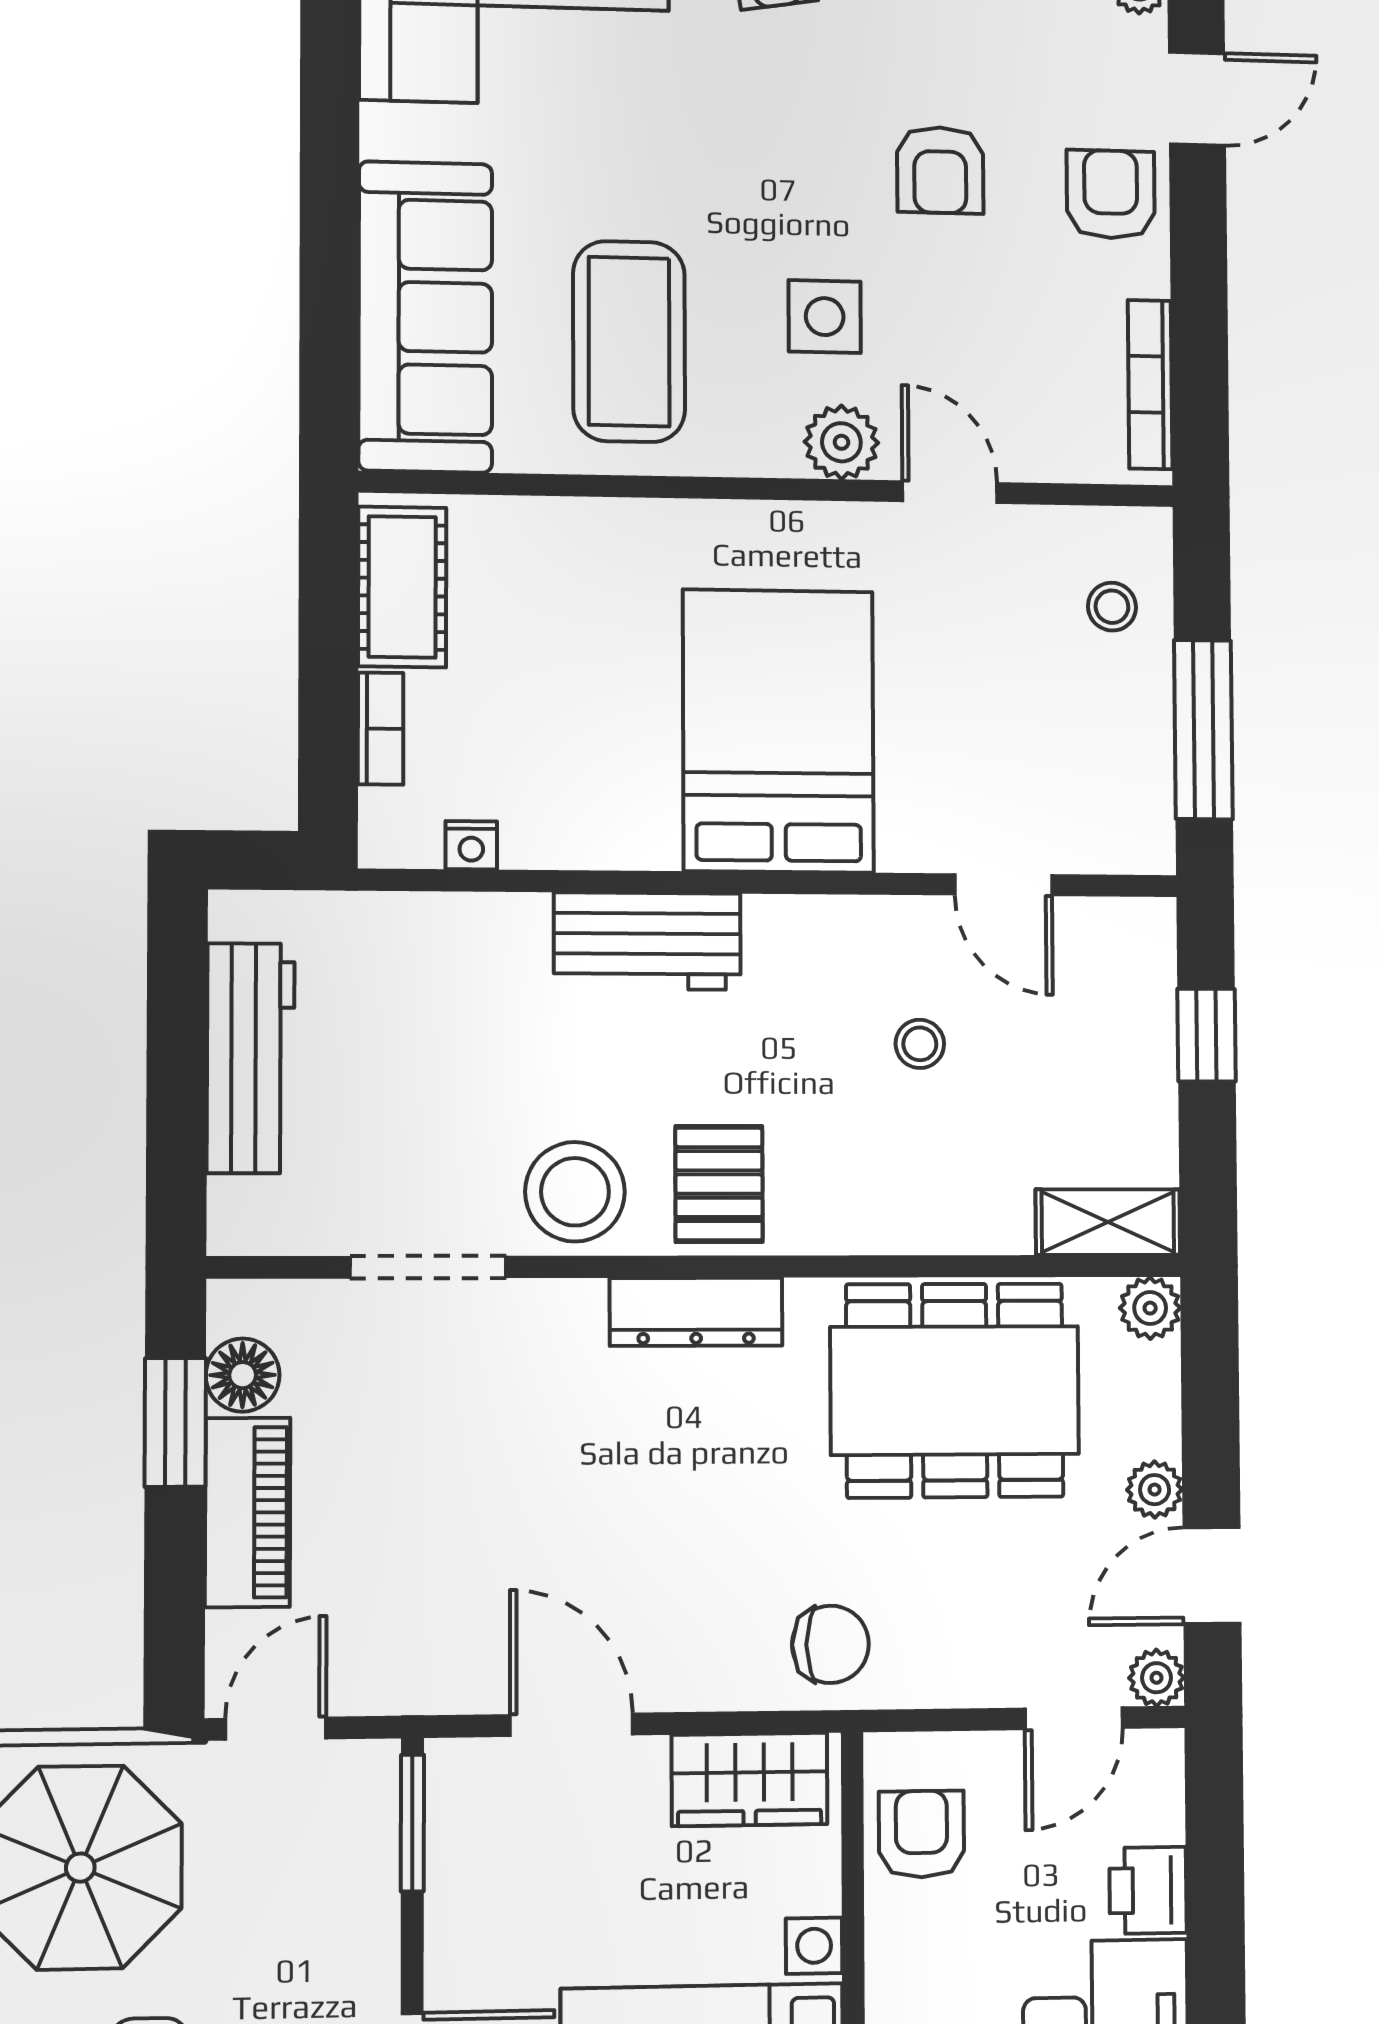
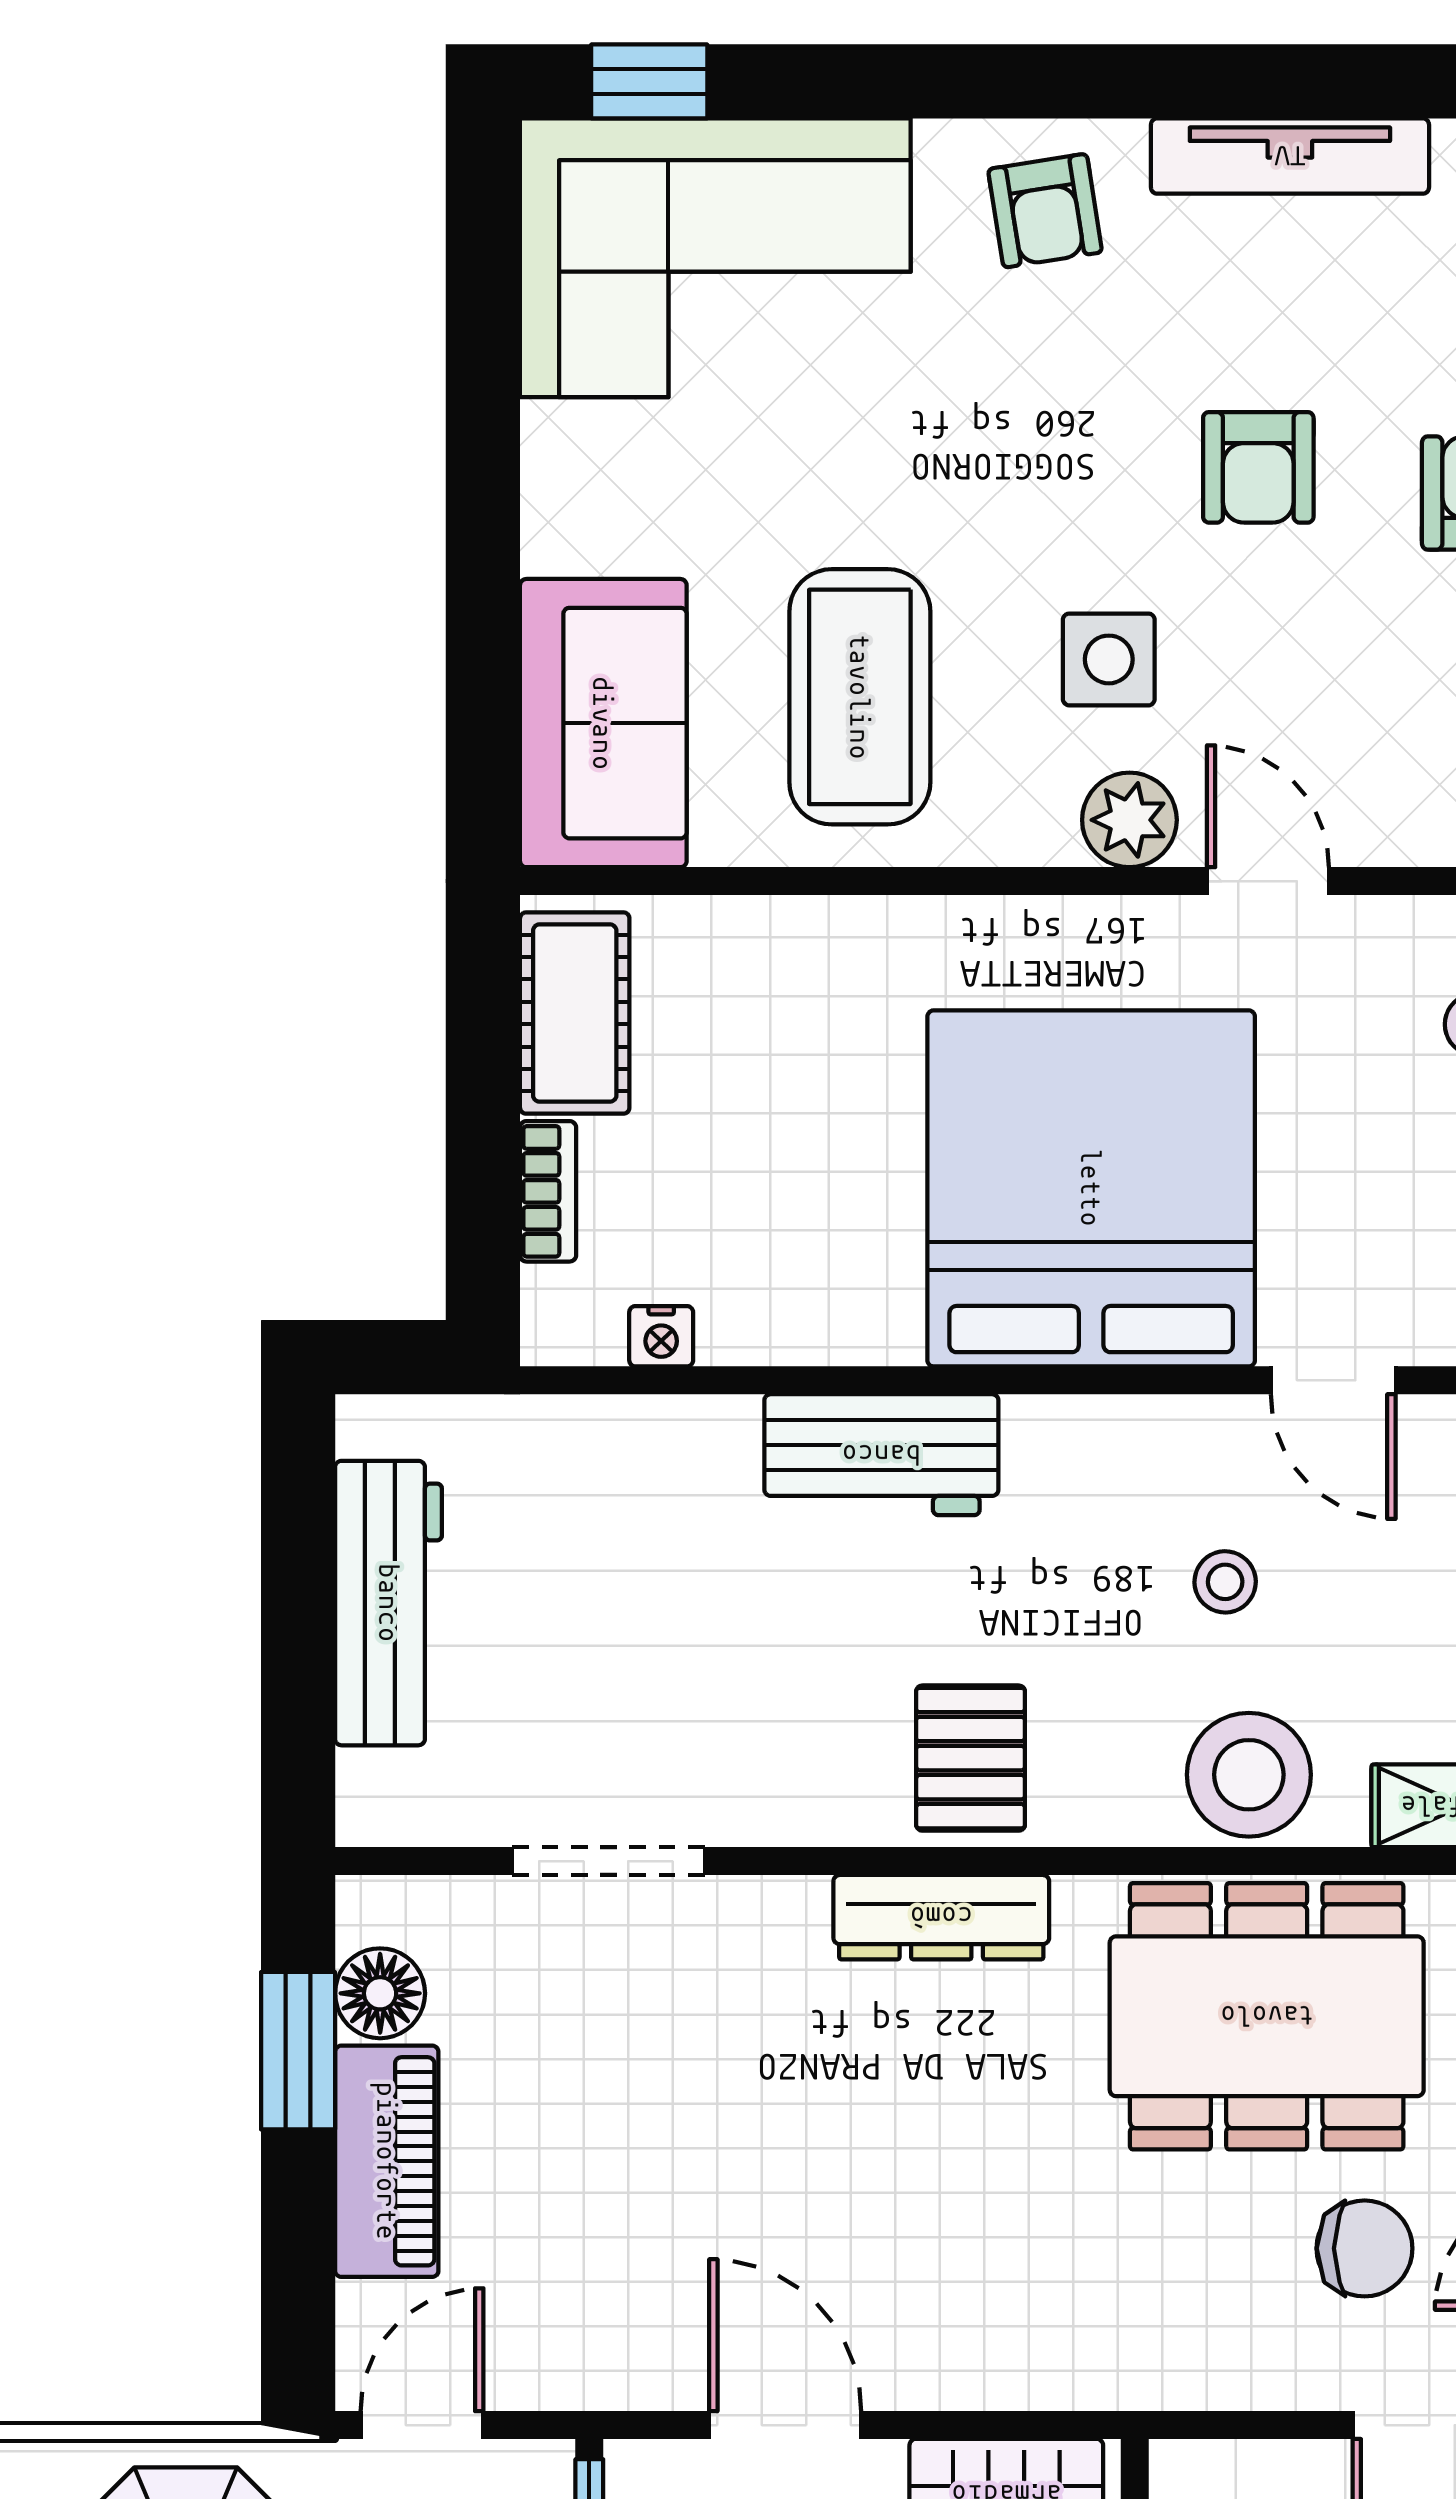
sofa: (425, 317) -> (603, 723), width x0.73
bed: (778, 731) -> (1091, 1188), width x1.36
stool: (575, 1192) -> (1249, 1775), moved
chair: (830, 1644) -> (1365, 2248), moved

